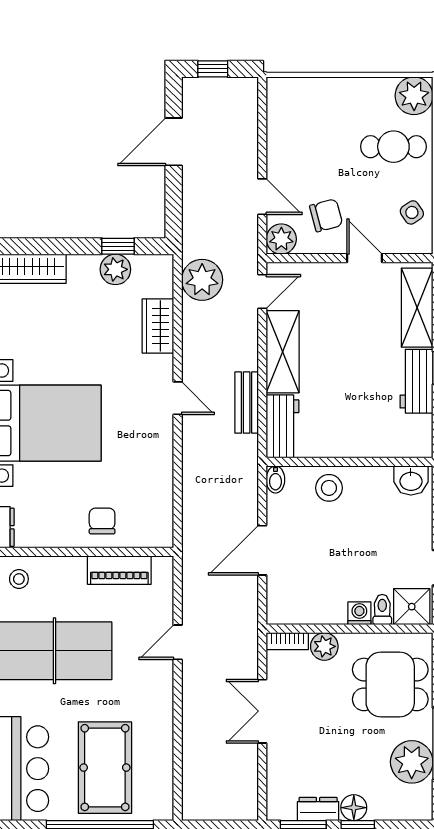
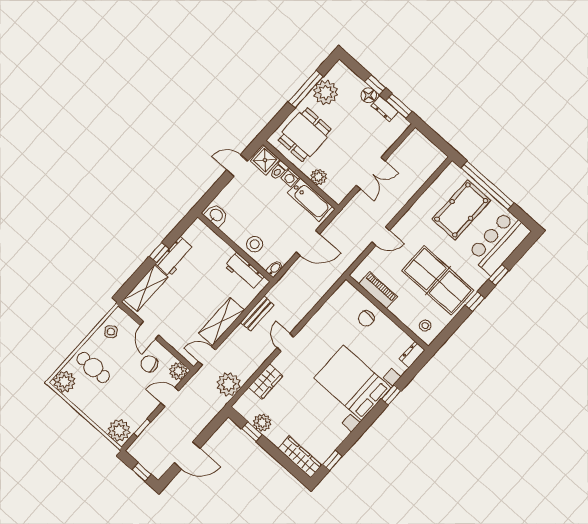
plant: (289, 96) -> (119, 430), added
window: (262, 126) -> (142, 428), added
door: (262, 197) -> (170, 397), hinge flipped
workbench: (282, 426) -> (244, 271), moved, turned -90
bathtub: (309, 608) -> (310, 200), added
bookcase: (287, 641) -> (333, 194), removed
dining table: (390, 684) -> (305, 135), turned 90

